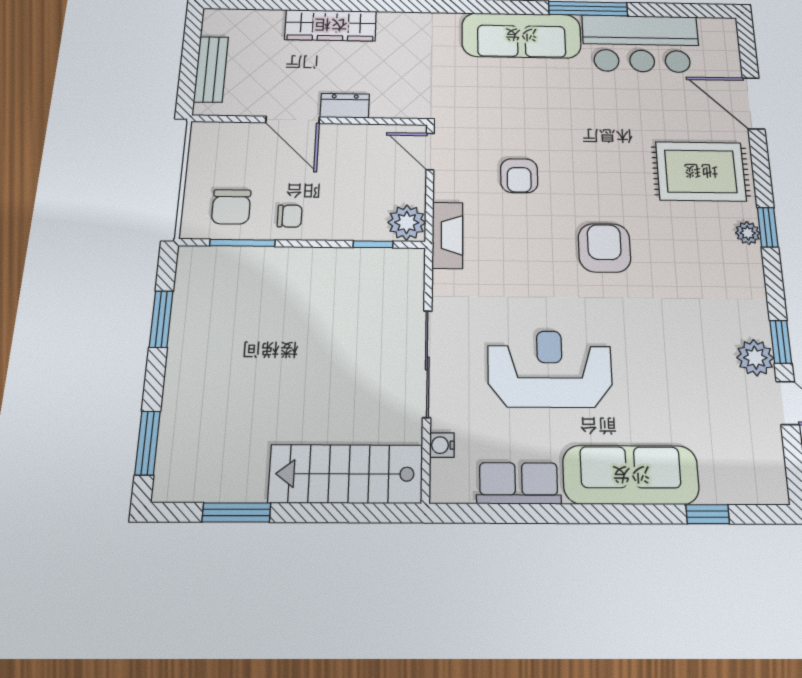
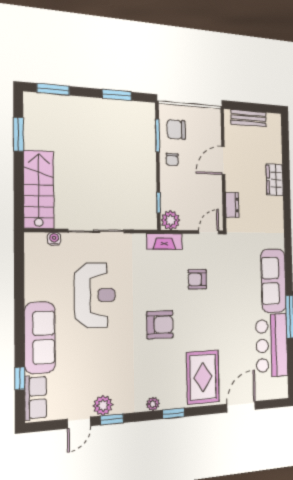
wardrobe: (331, 25) -> (275, 180), width x0.67
dresser: (345, 106) -> (232, 205), moved
plant: (748, 233) -> (153, 404), moved
row of seats: (519, 483) -> (36, 398), moved

